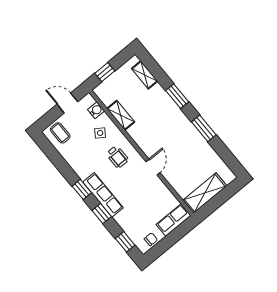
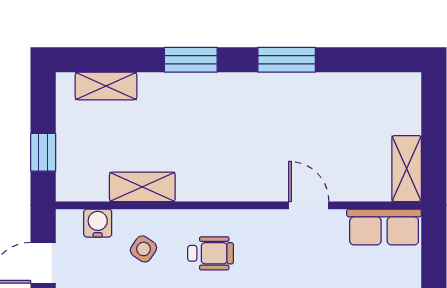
door: (153, 167) -> (309, 205), moved
shelving: (205, 193) -> (407, 169), width x0.67, depth x0.75
row of seats: (173, 220) -> (384, 227), moved, turned -90

